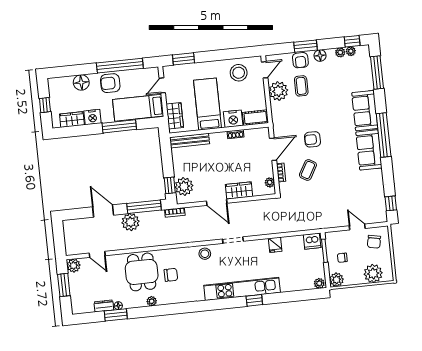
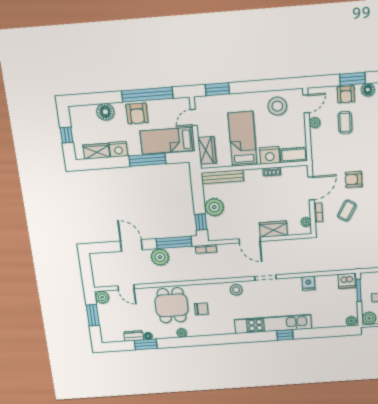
armchair: (110, 83) -> (137, 113), turned -90
plant: (278, 91) -> (315, 123), width x0.53, depth x0.53
plant: (184, 186) -> (214, 207), moved

